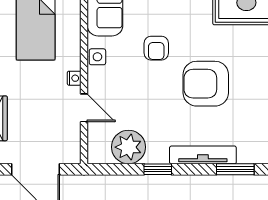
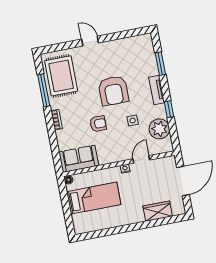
side table: (97, 57) -> (133, 120), moved
tv unit: (203, 155) -> (157, 90), width x0.71

